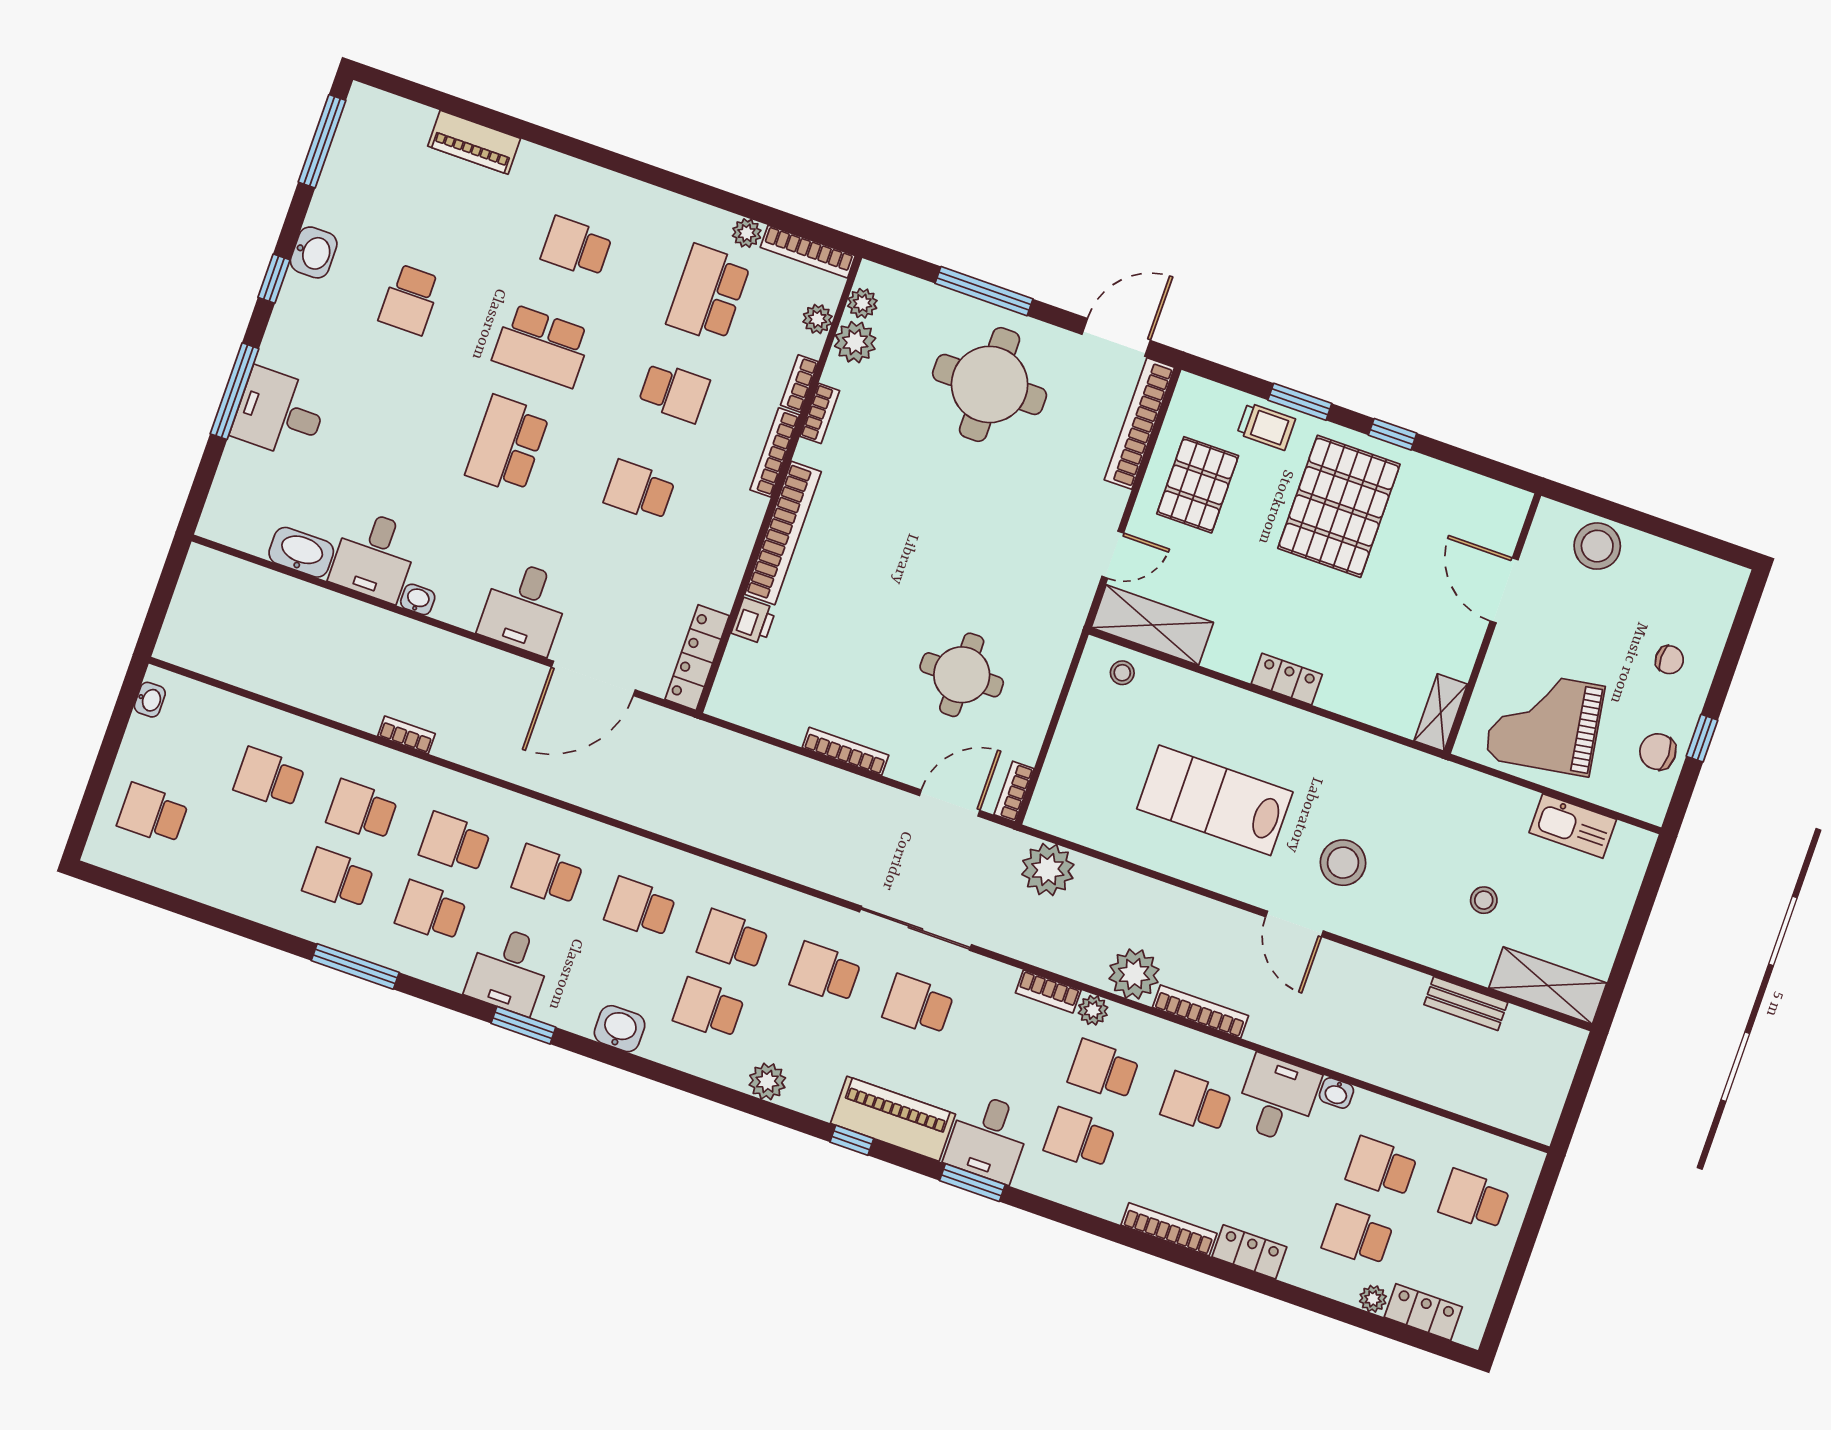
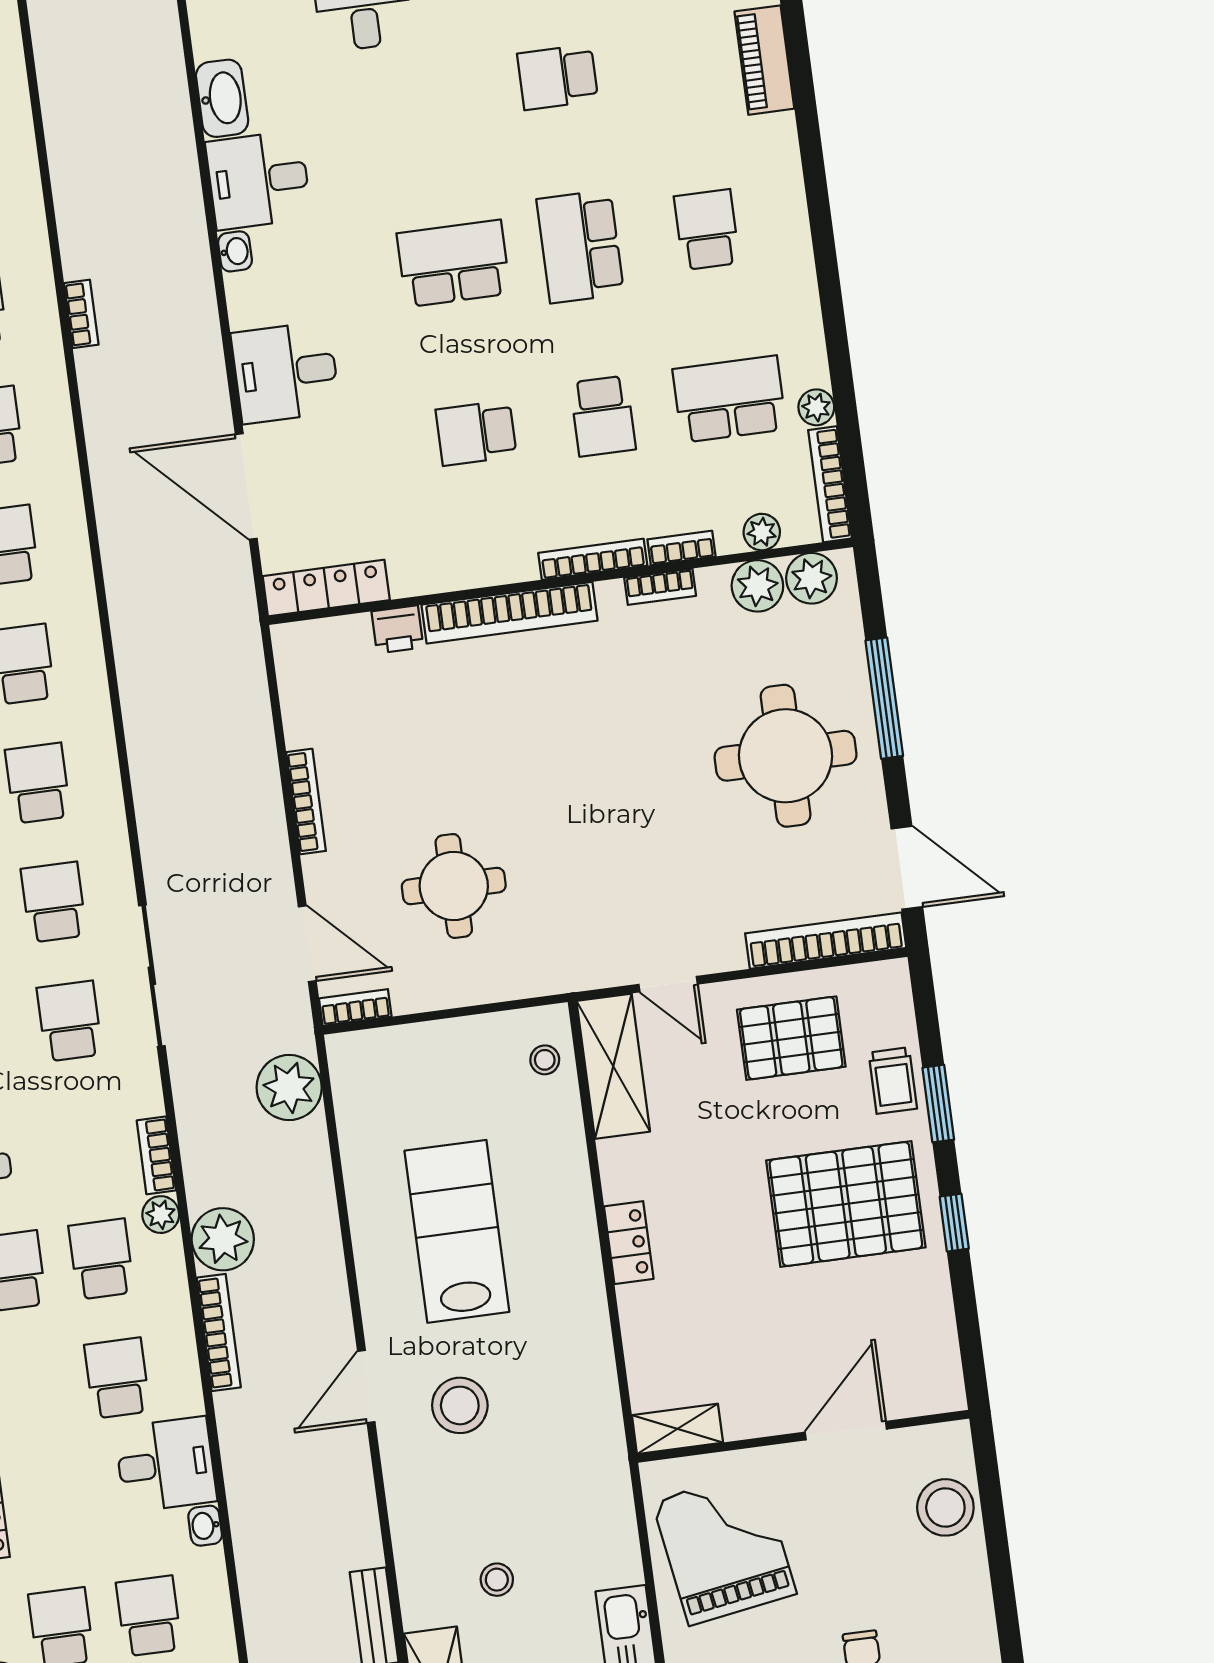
plant: (862, 303) -> (811, 578), width x1.38, depth x1.38
school desk: (639, 491) -> (476, 433), turned -90

